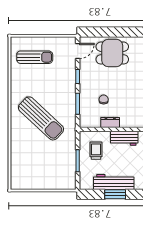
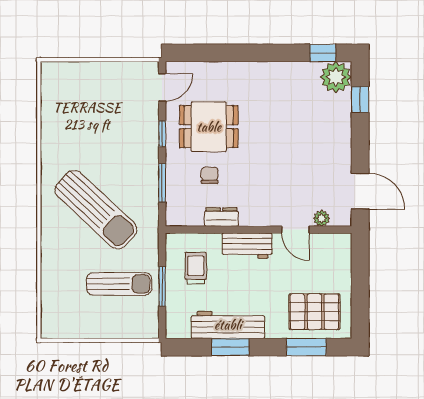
dining table: (112, 53) -> (209, 127), moved
sun lounger: (35, 57) -> (119, 284), moved

